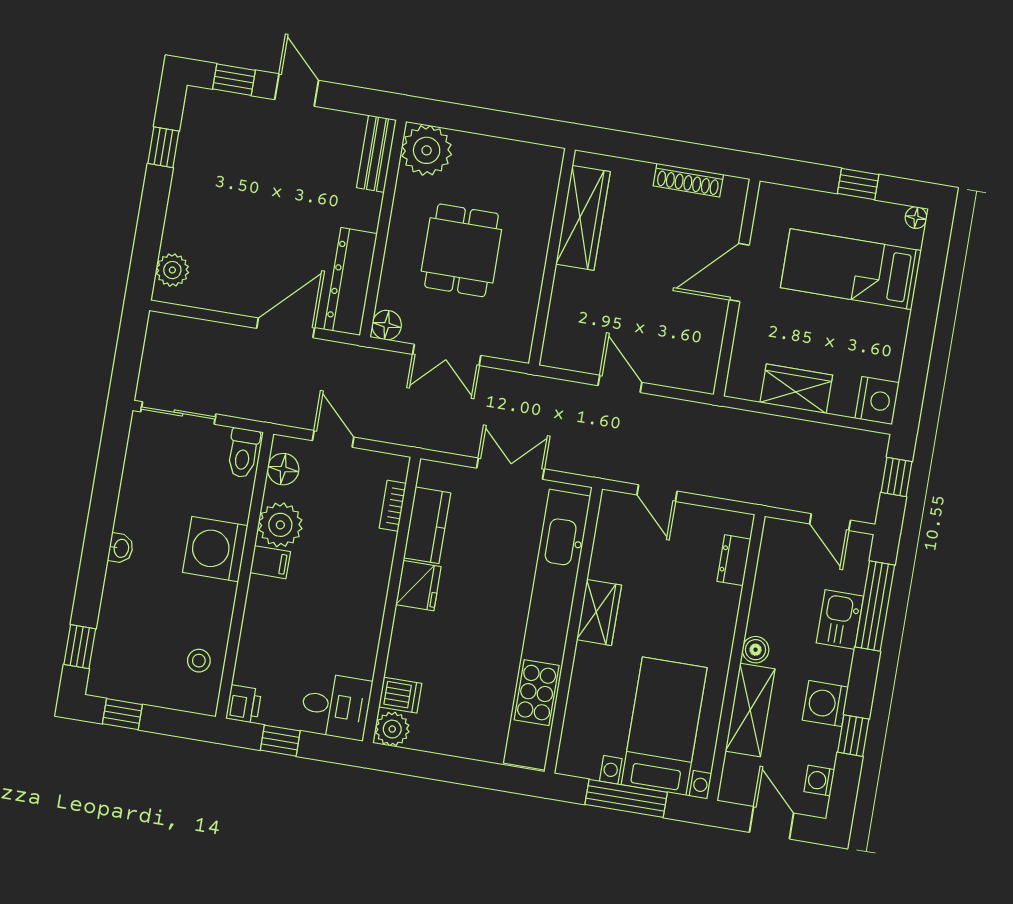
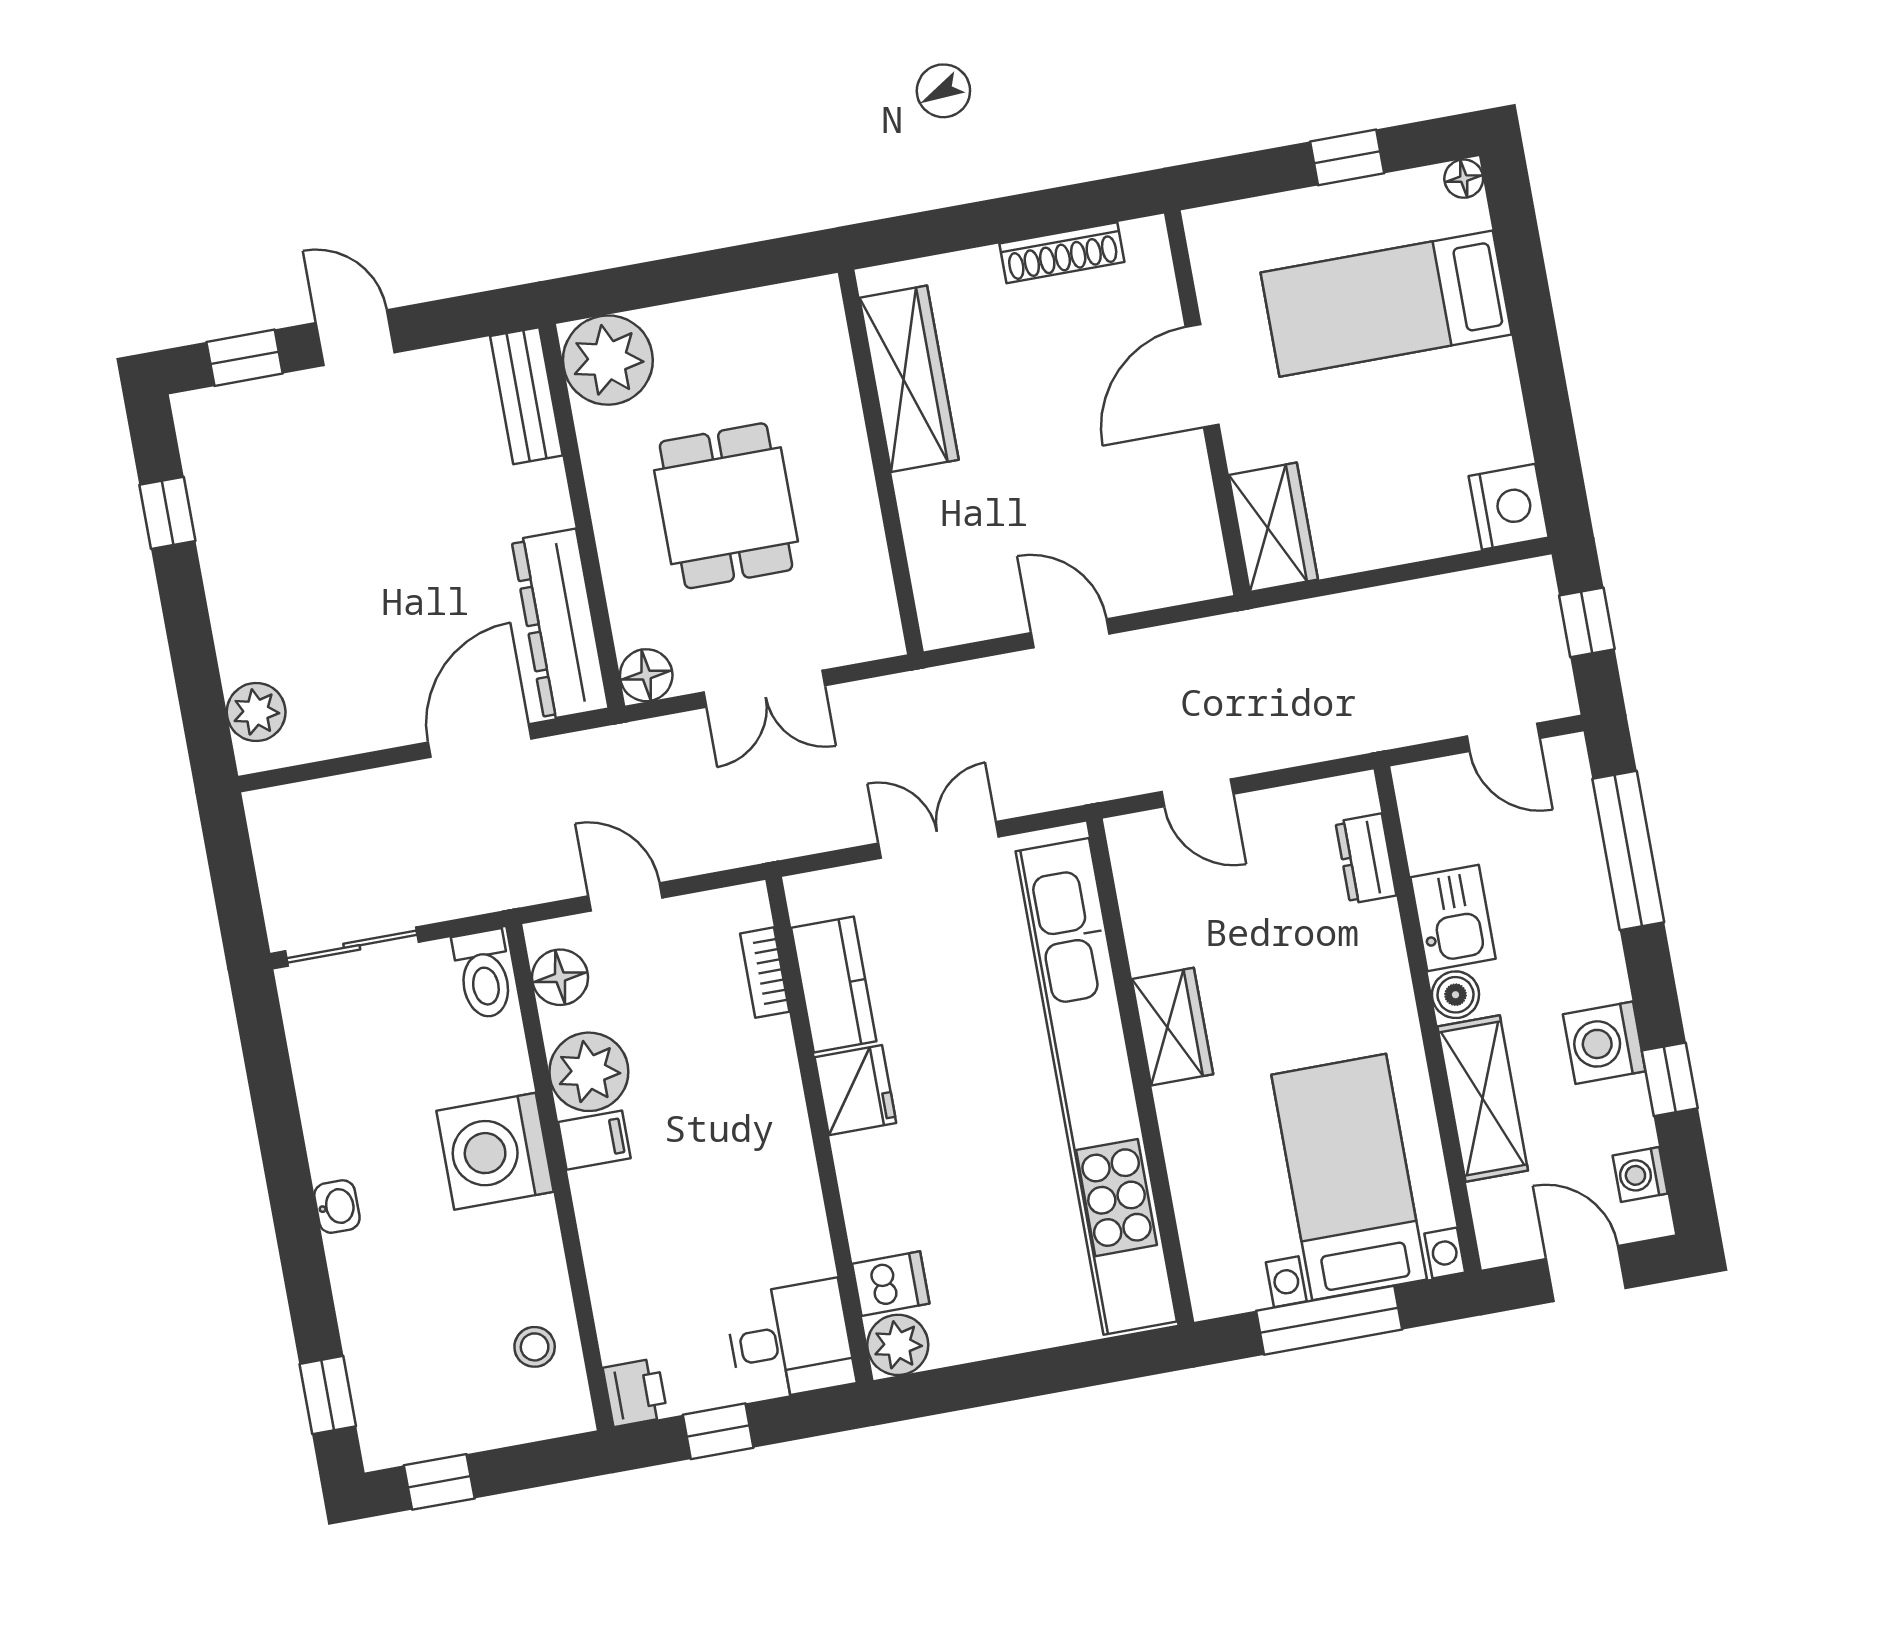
wardrobe: (796, 389) -> (1273, 527), moved, turned 90
kitchen sink: (840, 619) -> (1453, 918), moved, turned 180

